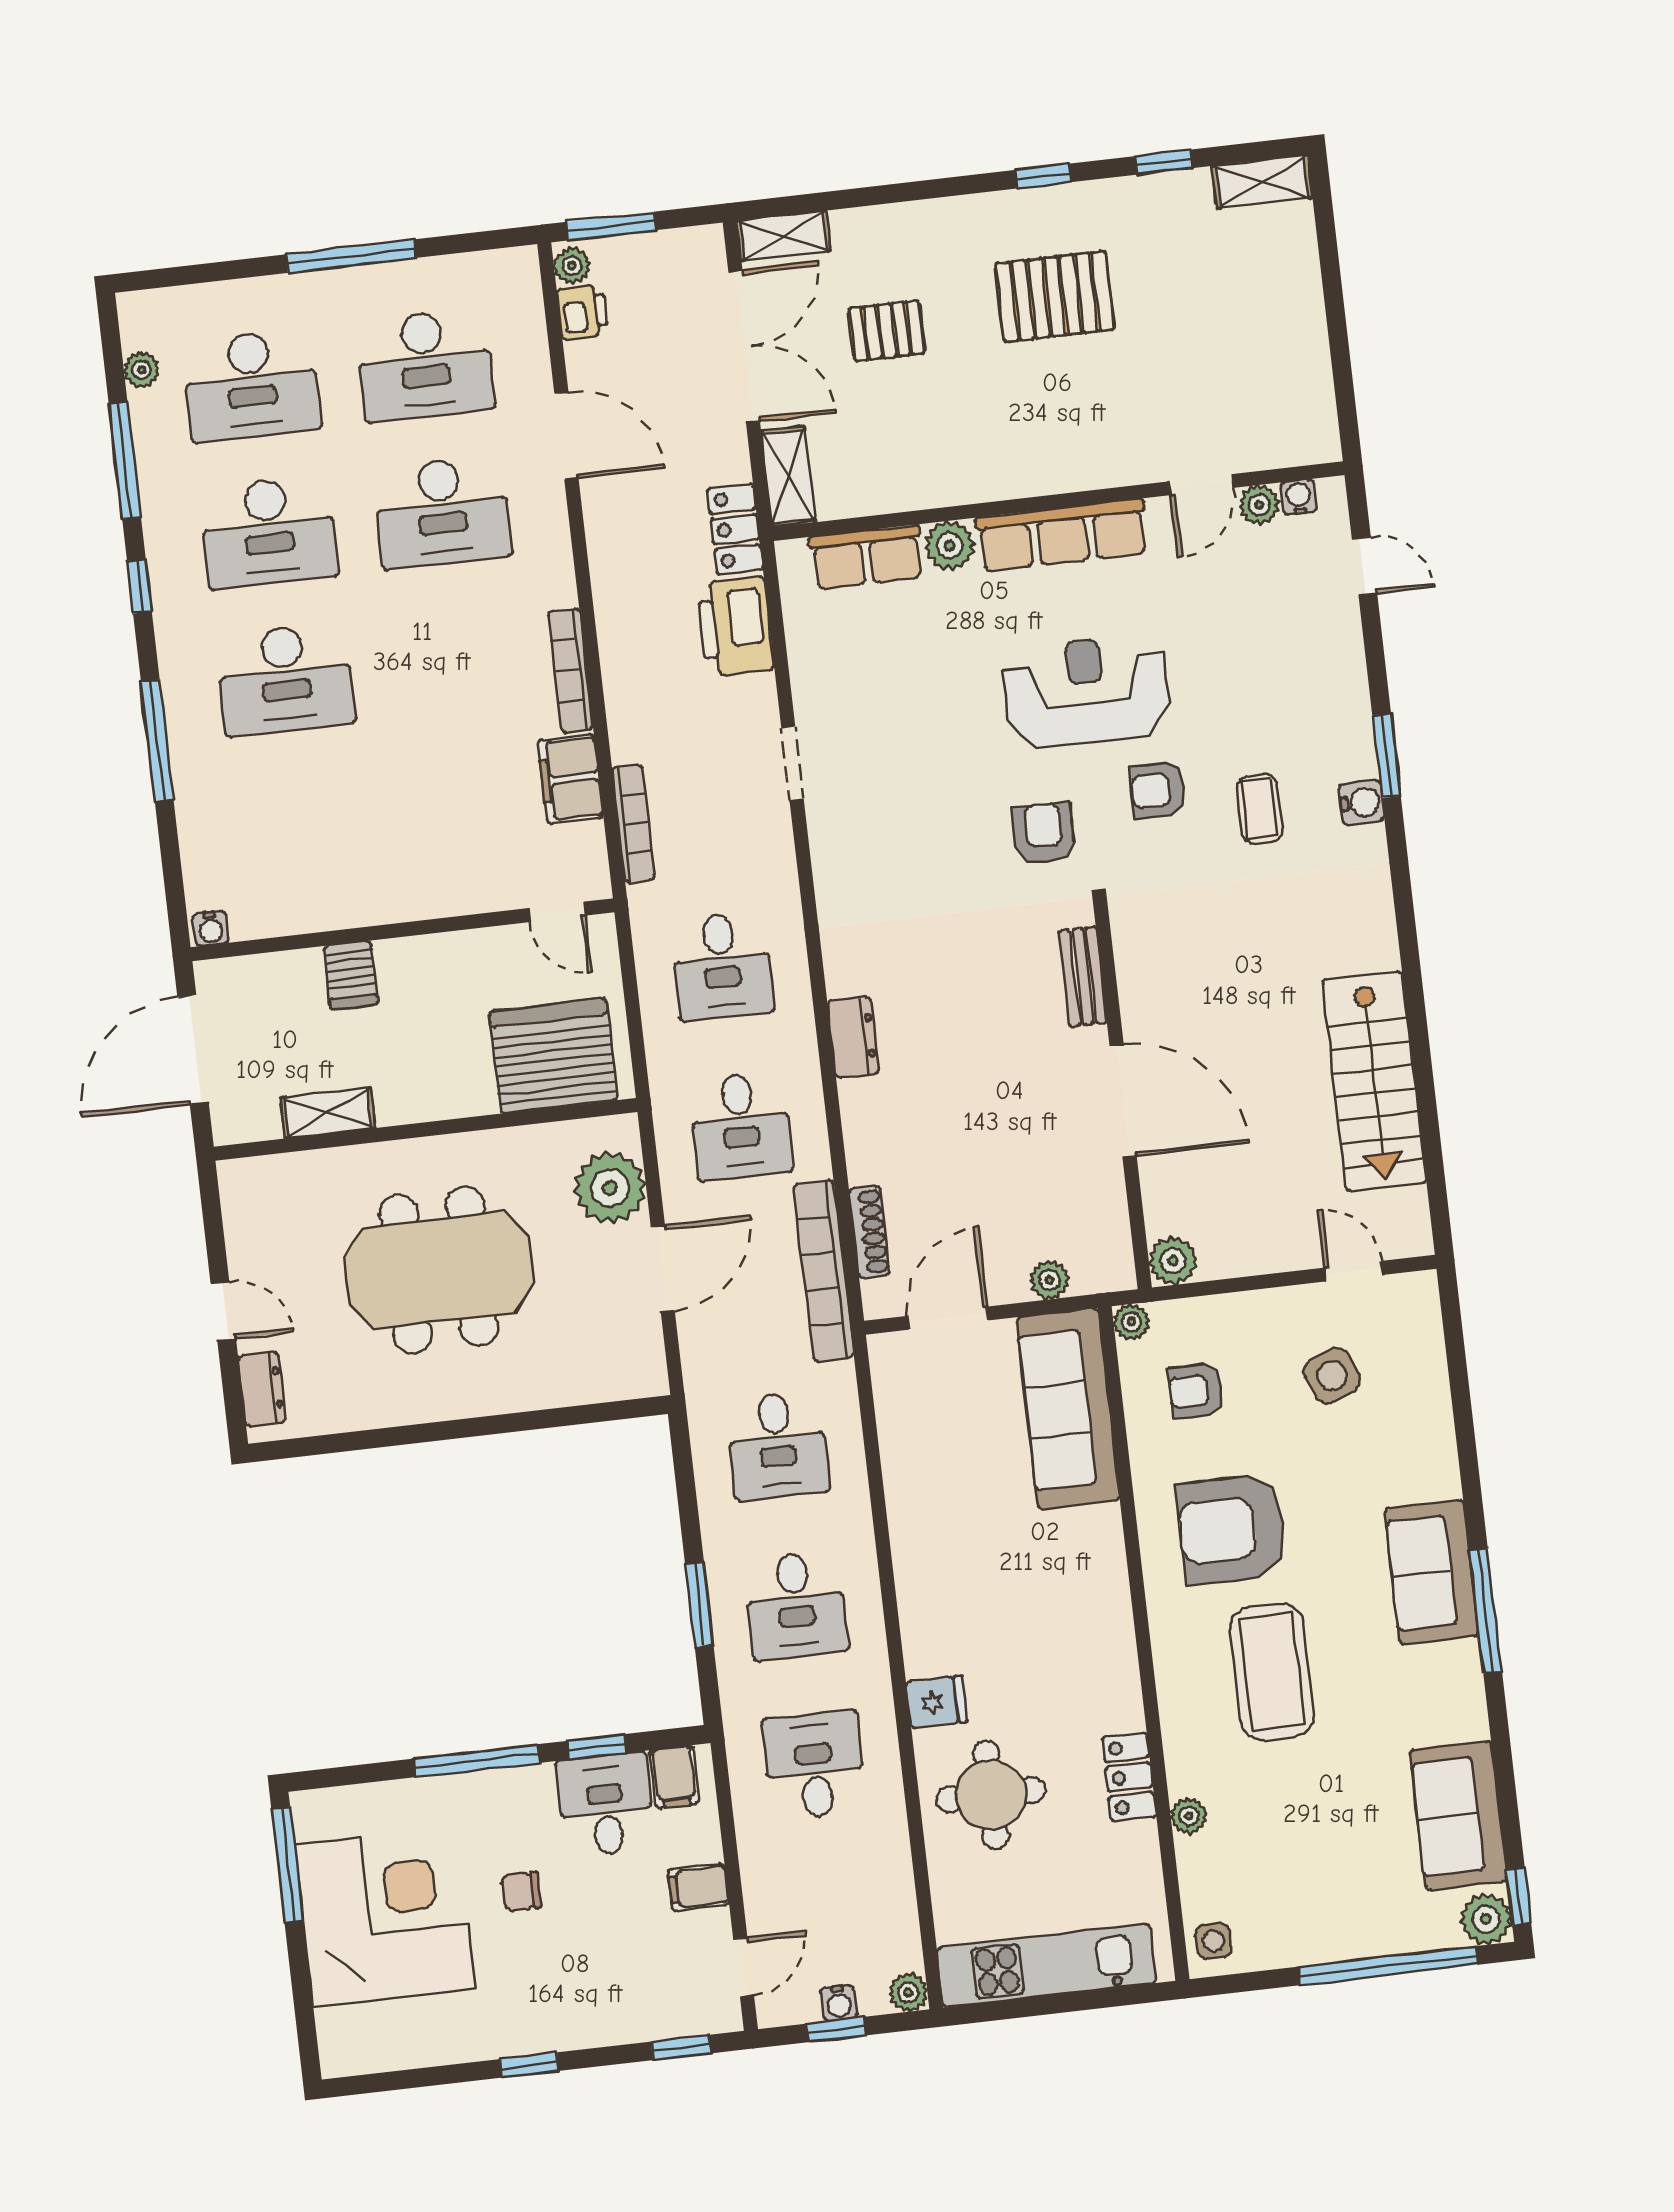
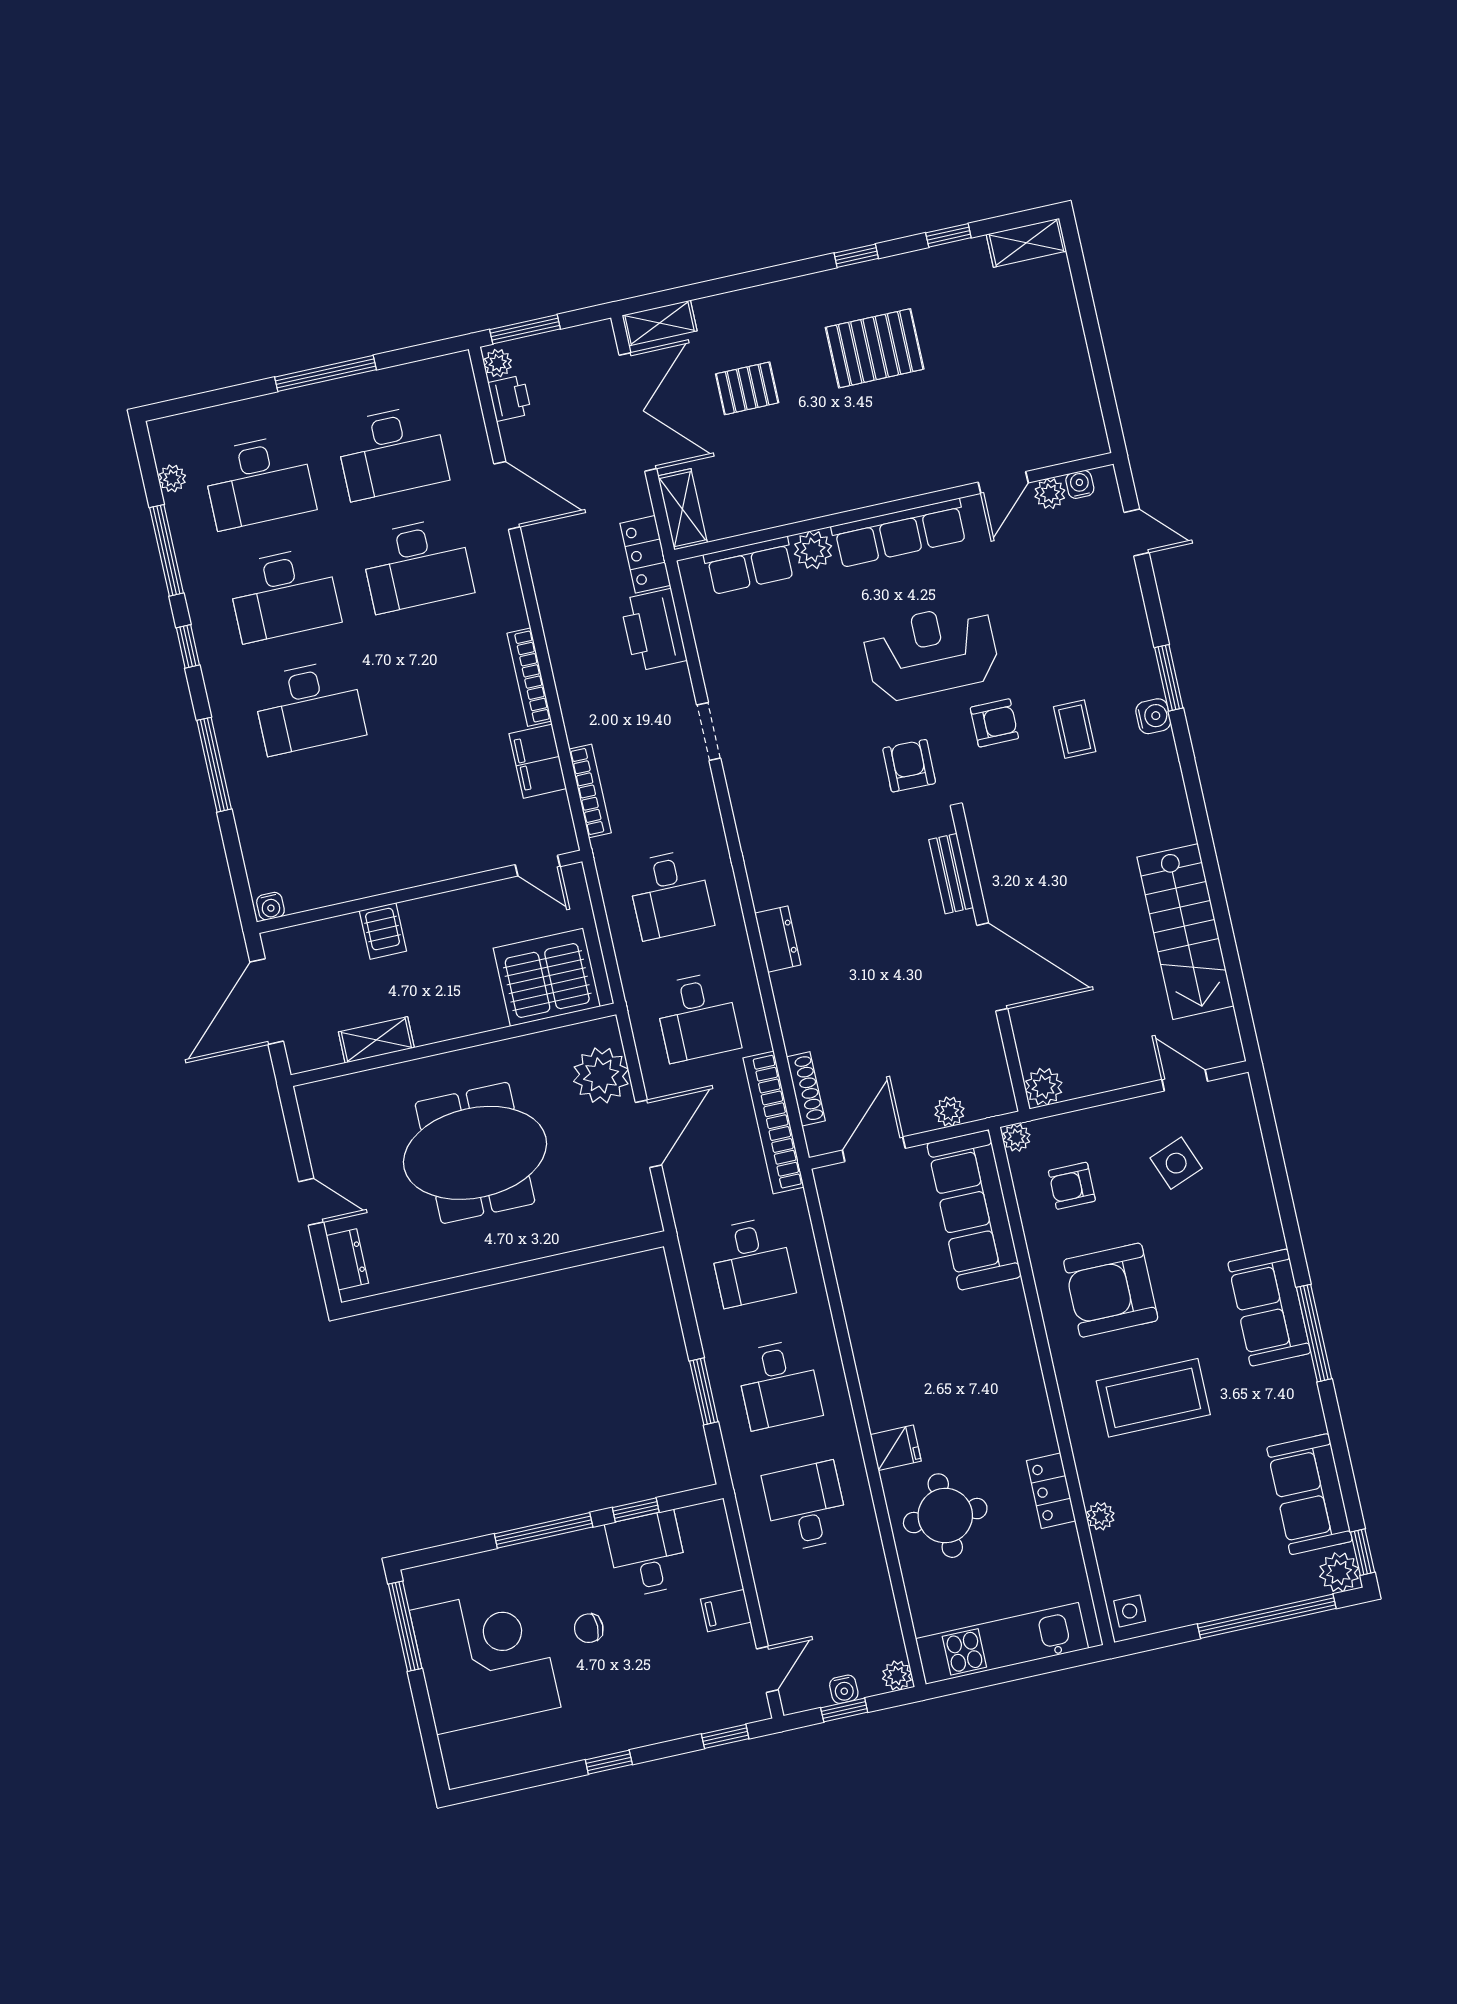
armchair: (1158, 790) -> (994, 723), turned 180
coffee table: (1272, 1672) -> (1153, 1398), turned 90
filing cabinet: (674, 1777) -> (698, 1527), removed

